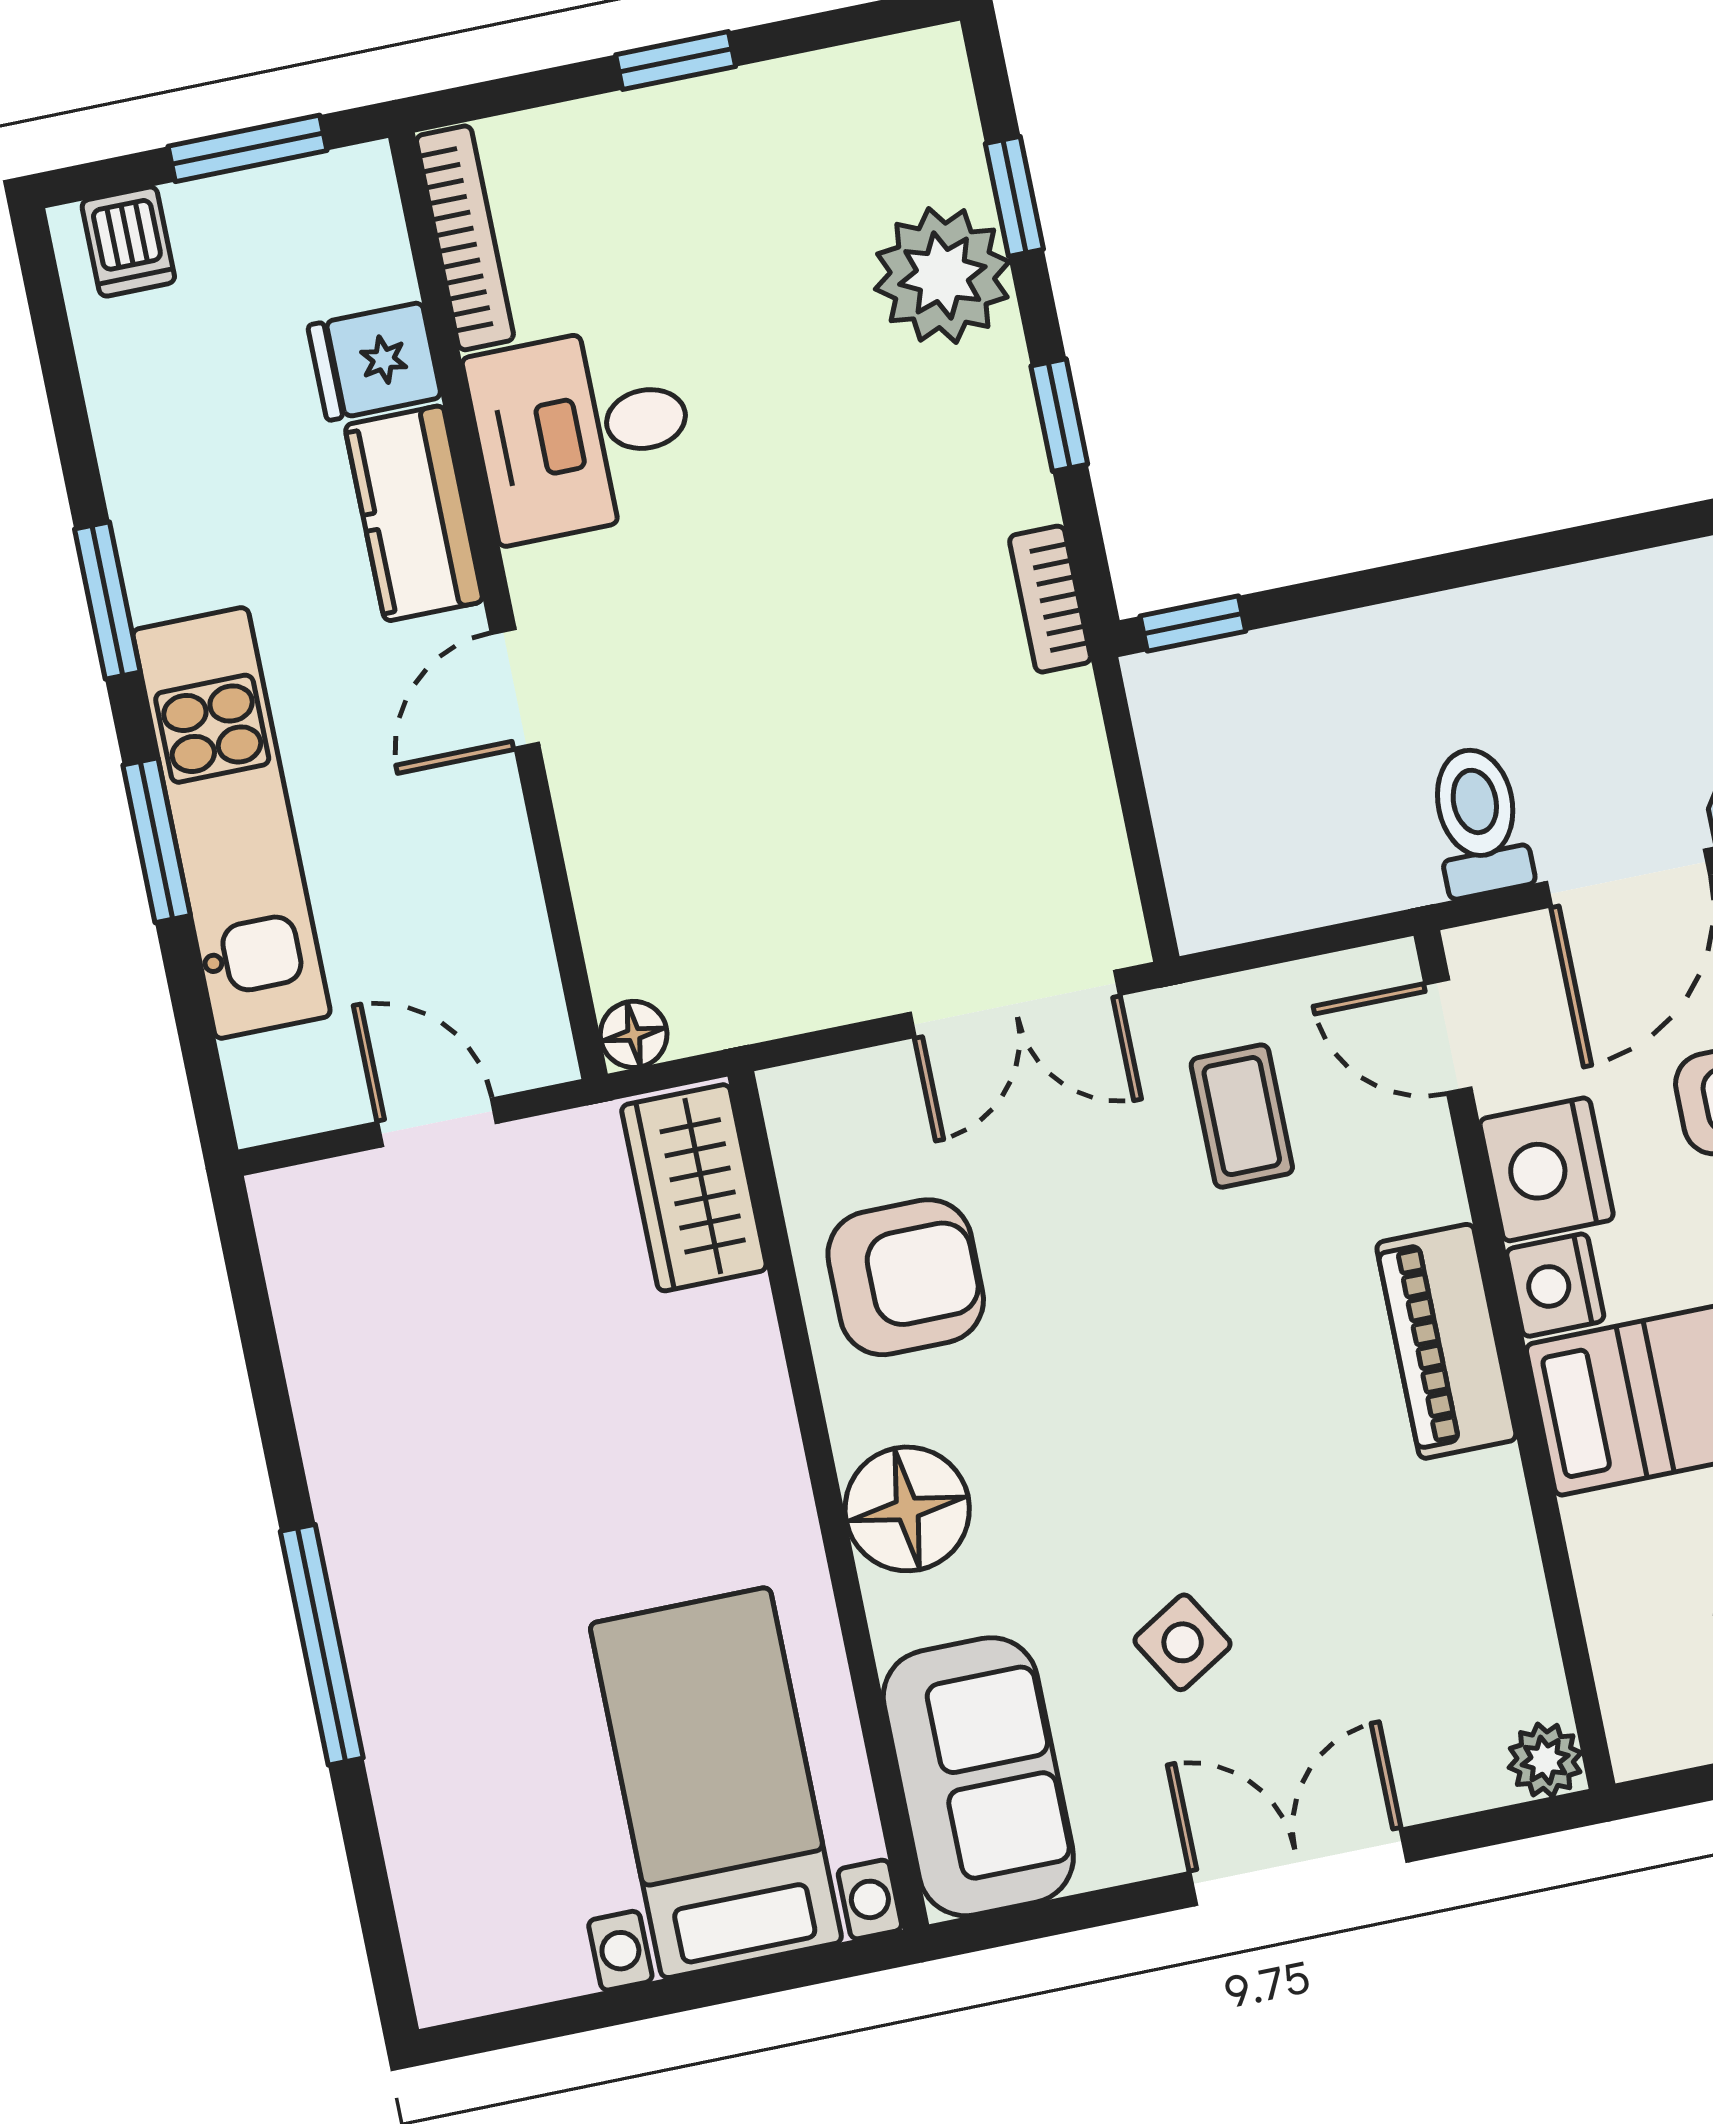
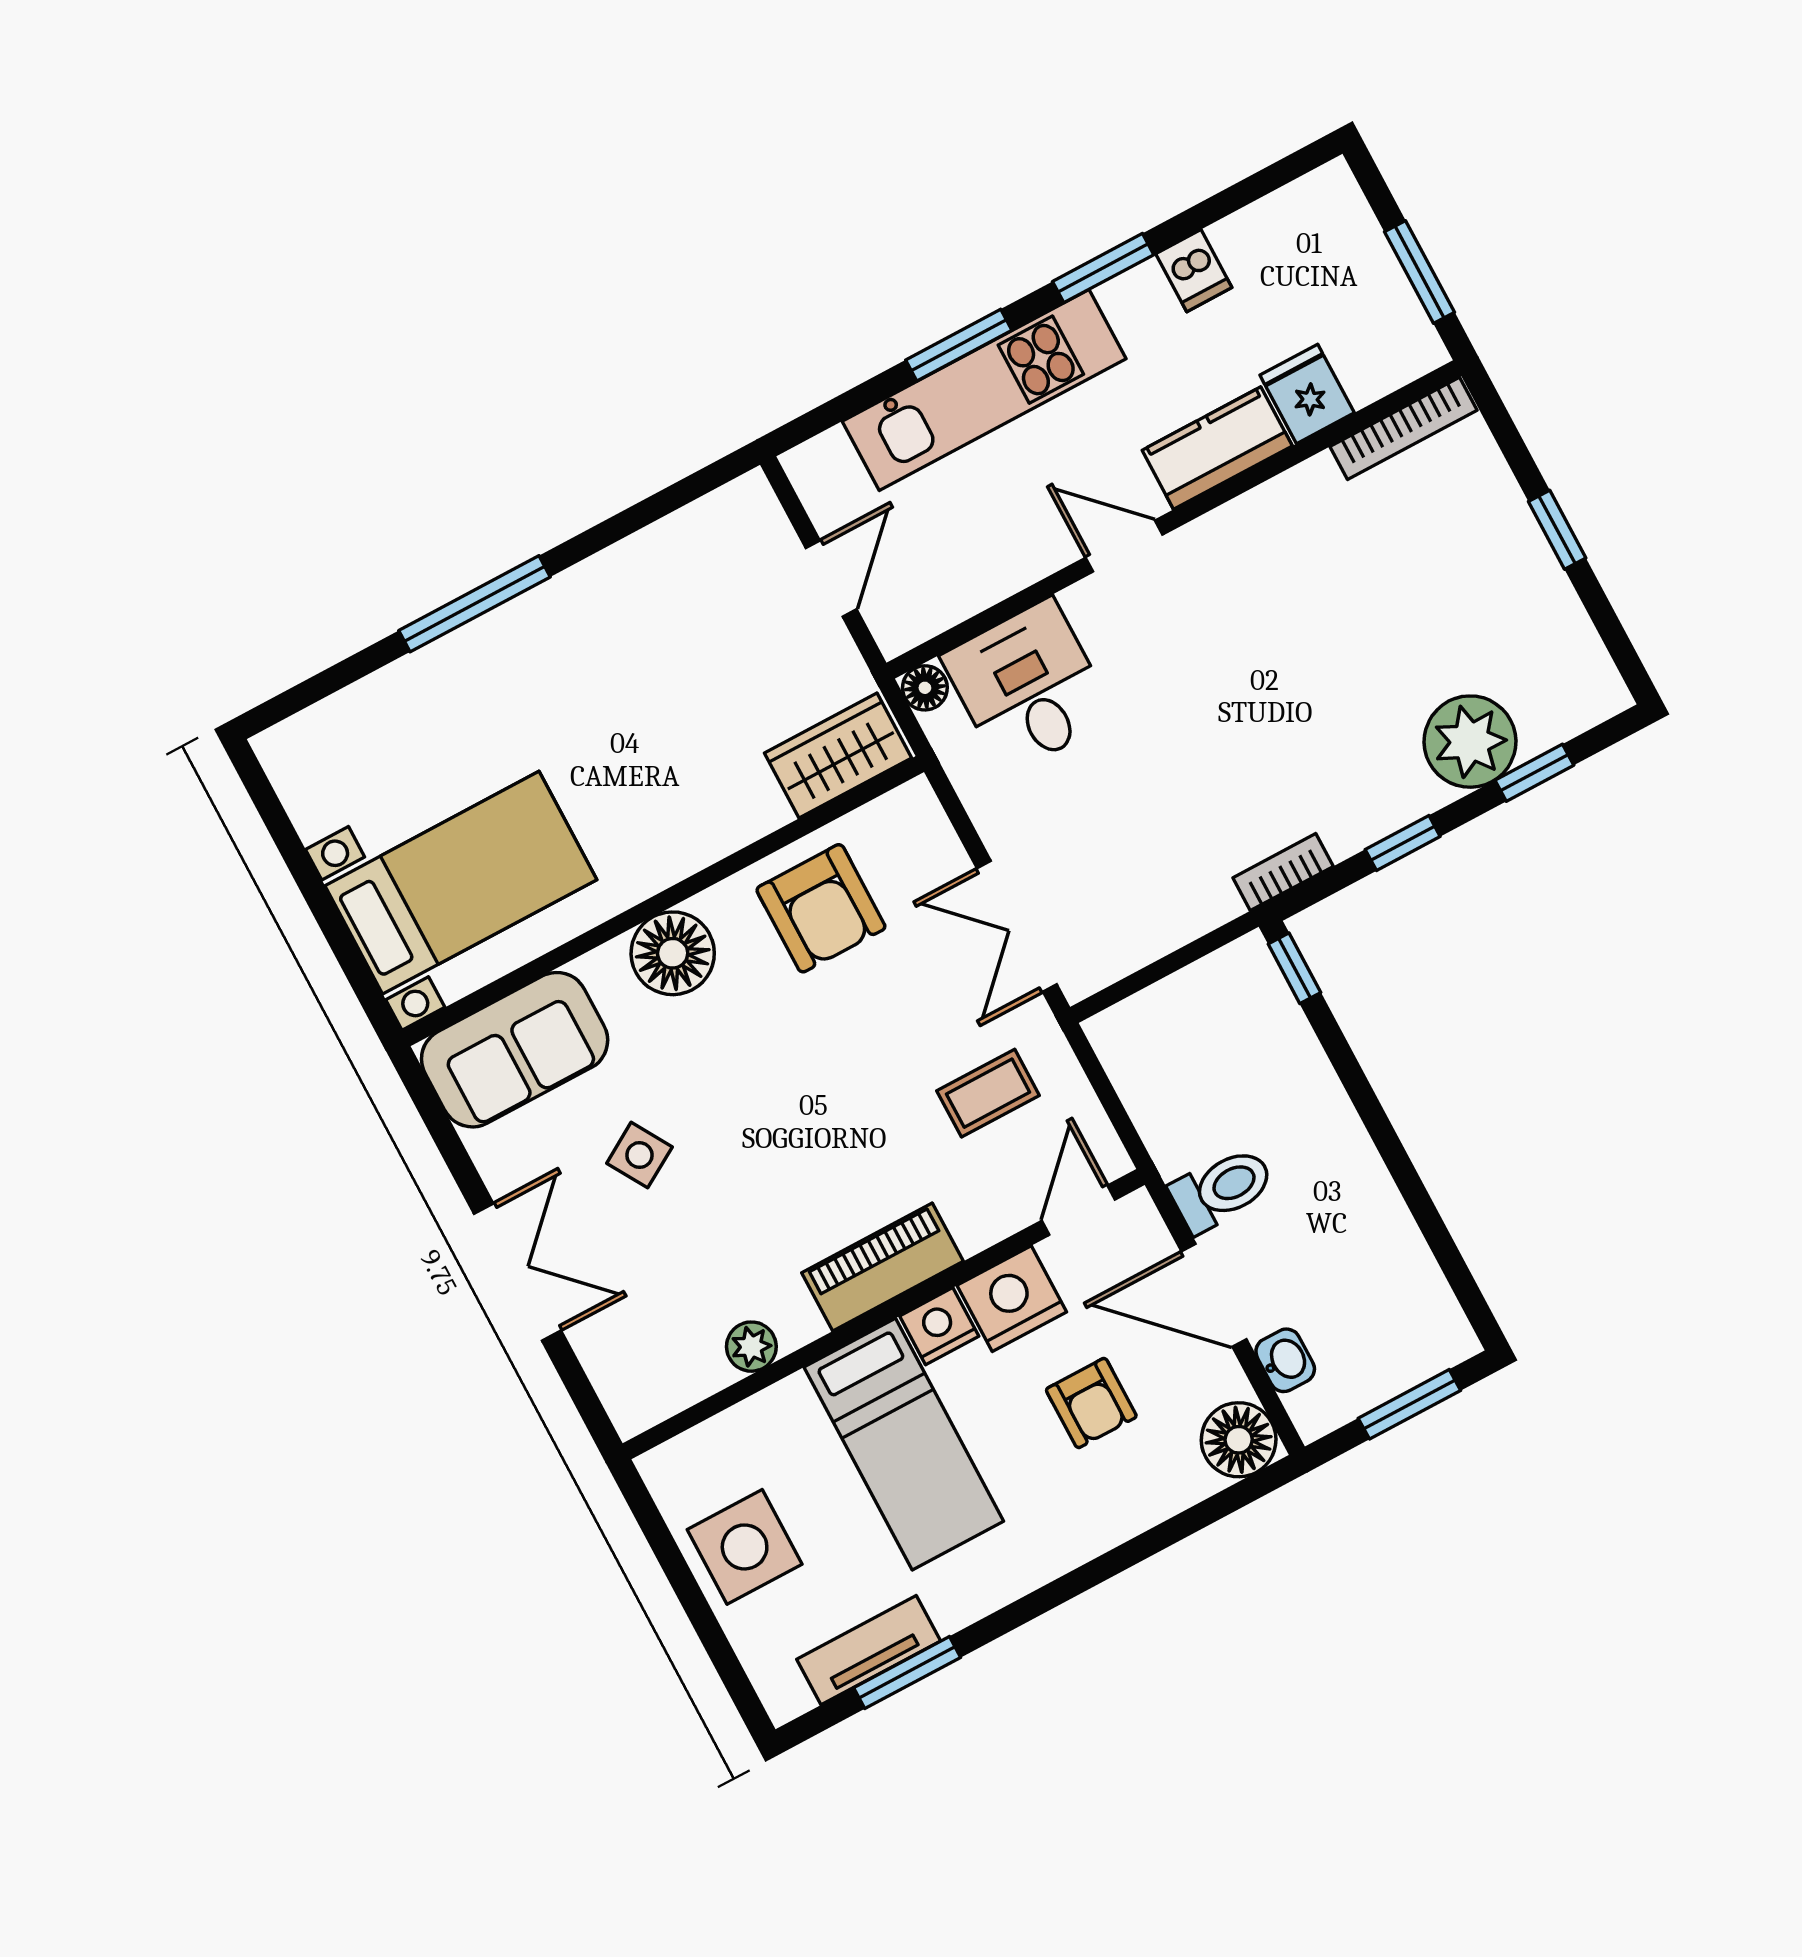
dishwasher: (128, 242) -> (1194, 271), moved, turned -90
desk: (583, 432) -> (1028, 687), moved
plant: (1545, 1760) -> (751, 1347), moved

